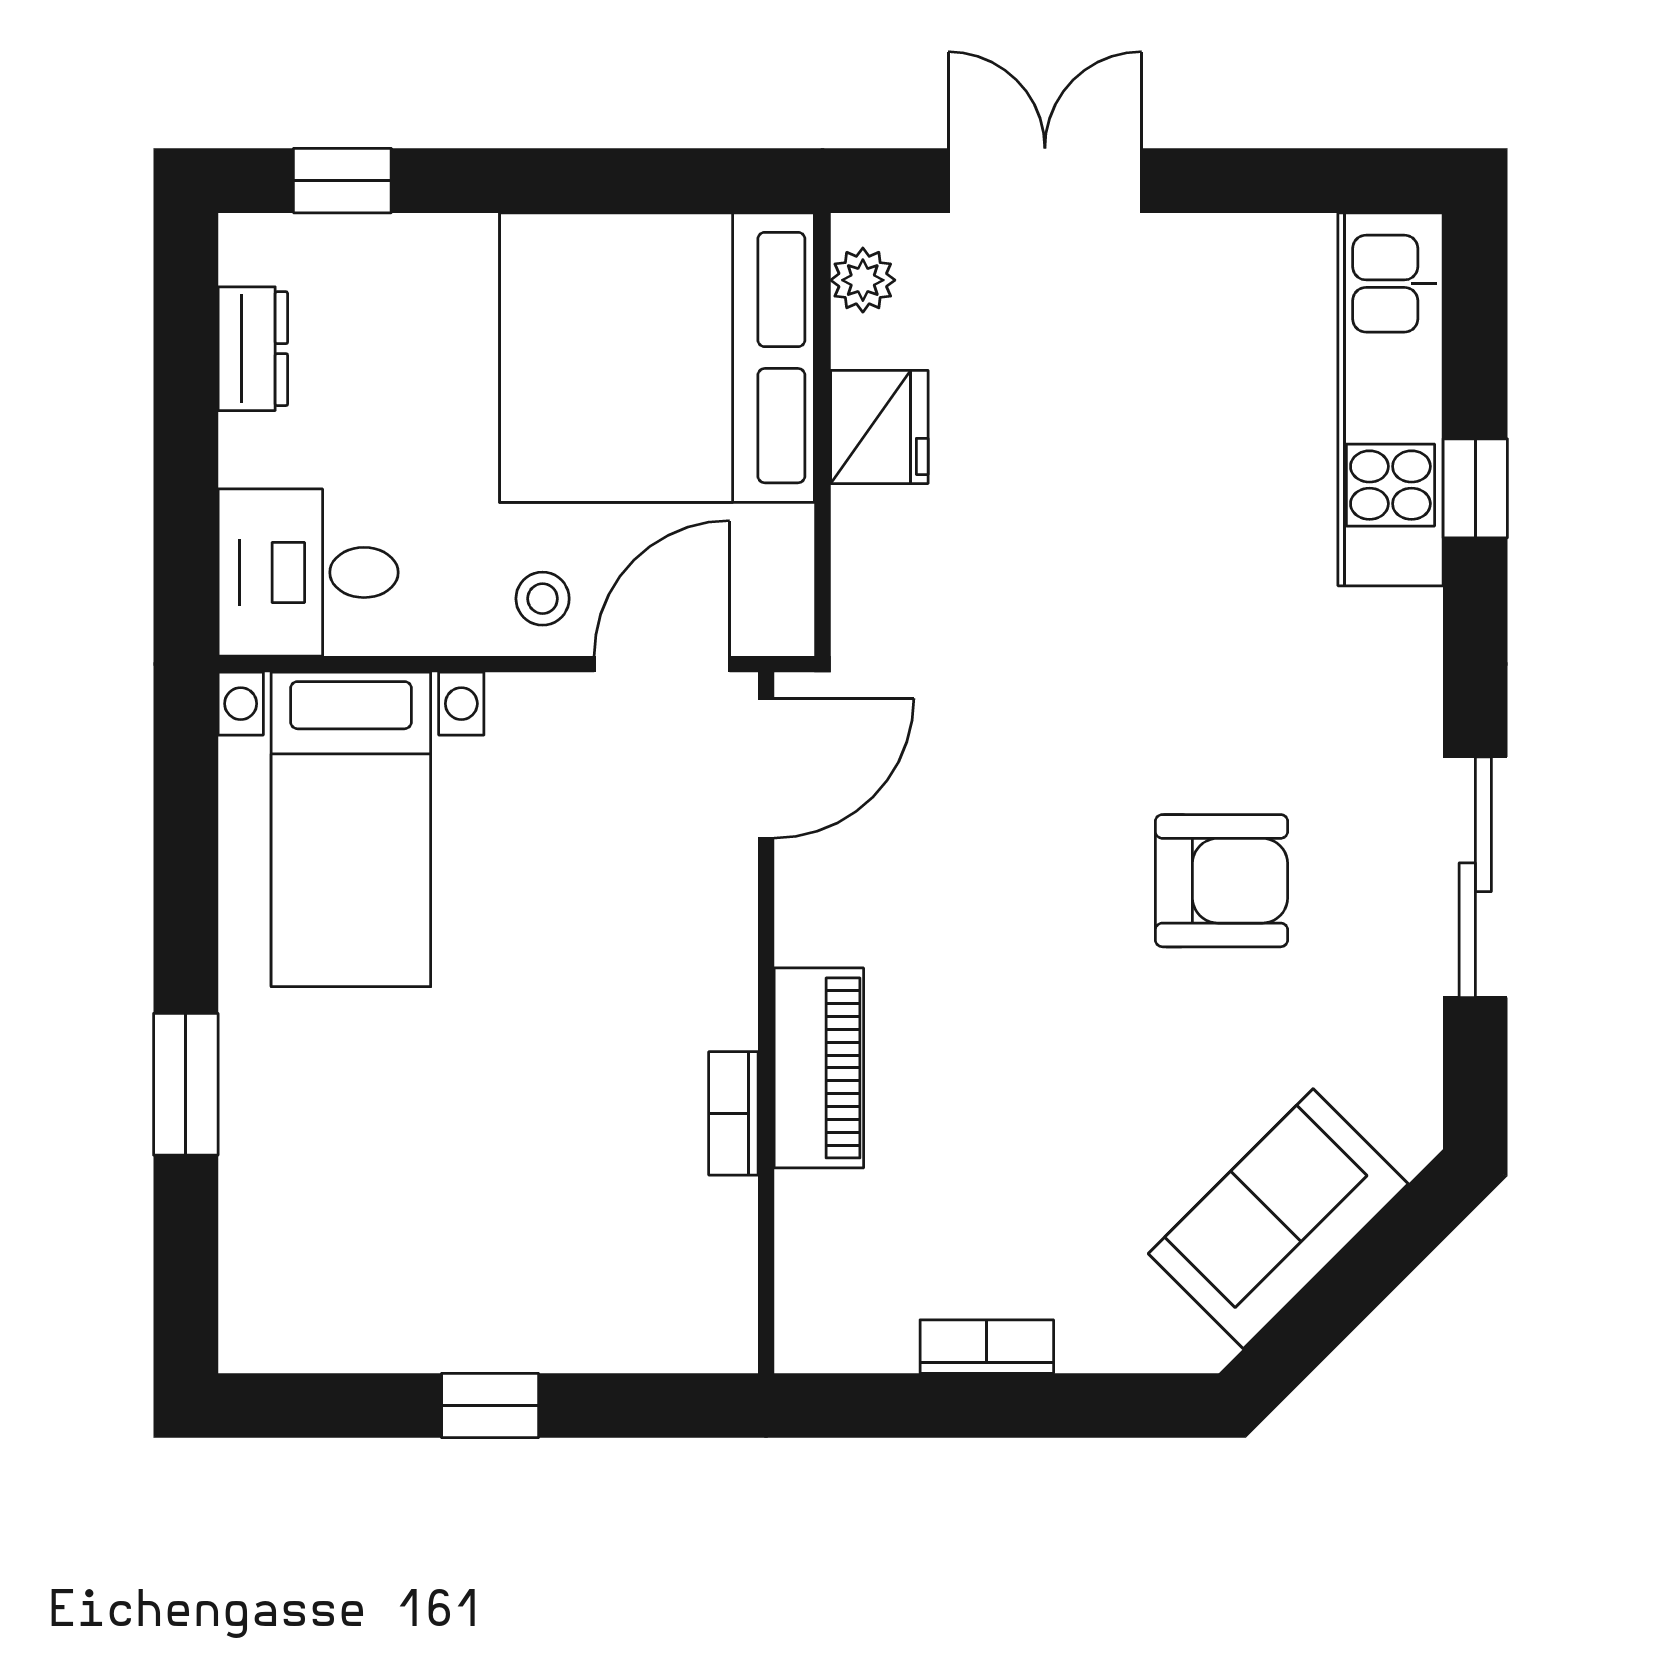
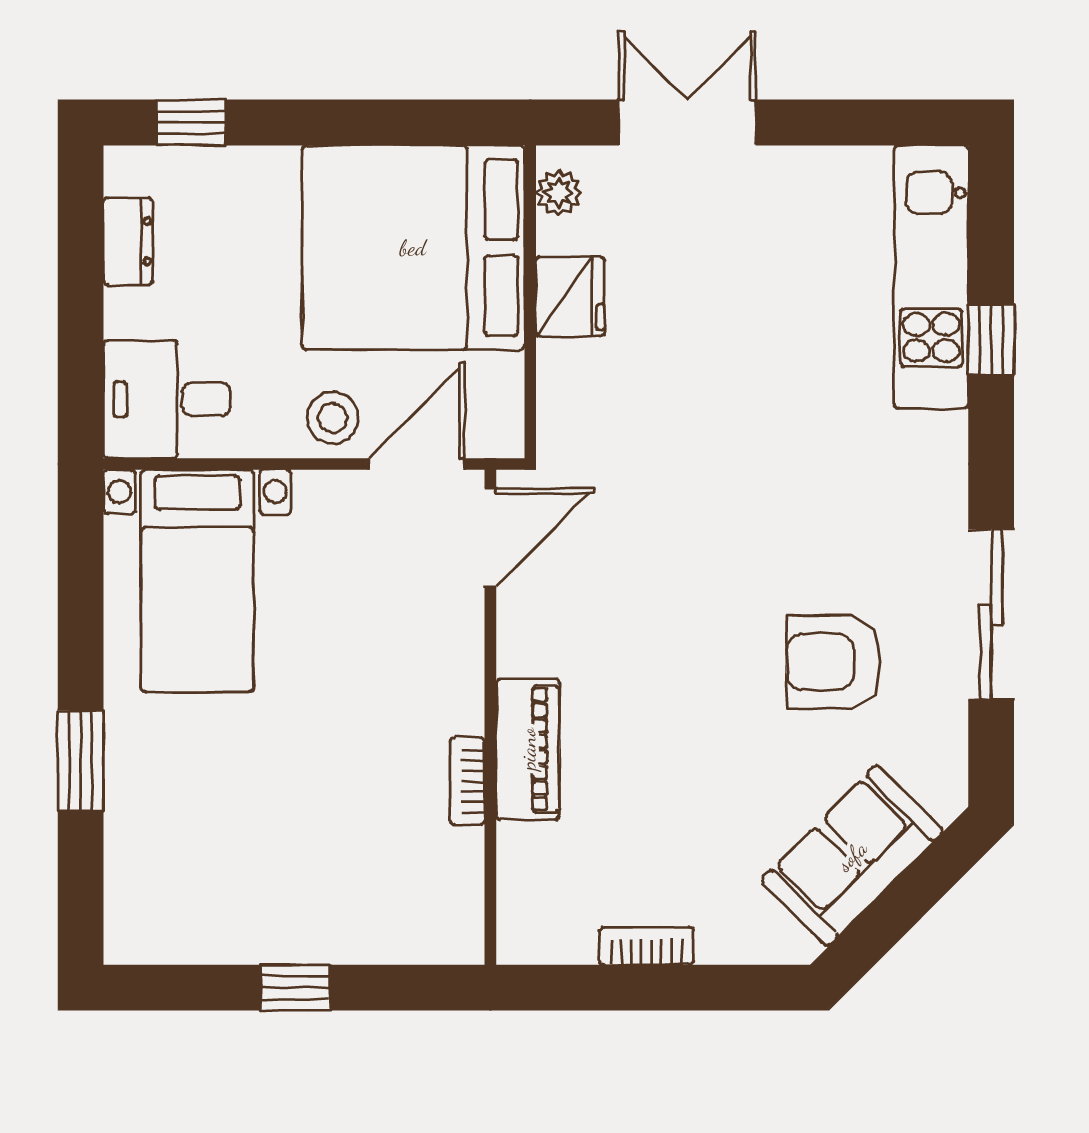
stool: (543, 599) -> (333, 418), width x1.37, depth x1.37
armchair: (1222, 881) -> (833, 662), moved, turned 180

